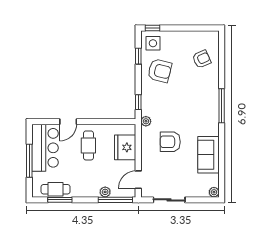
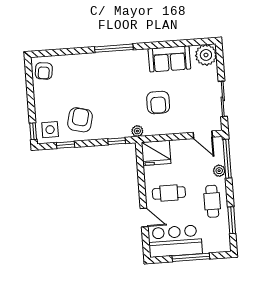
armchair: (202, 59) -> (44, 71), moved, turned -148
fridge: (125, 147) -> (156, 153), moved
cafe table: (56, 189) -> (212, 201), moved
plant: (214, 192) -> (206, 55), width x1.88, depth x1.88

